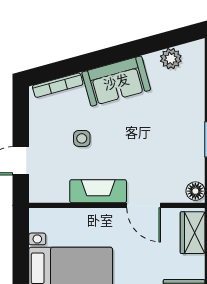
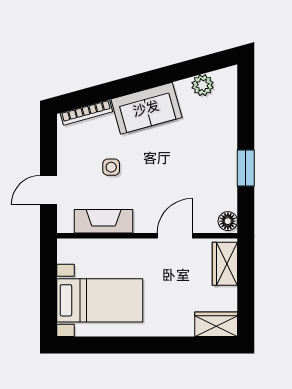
fireplace: (98, 191) -> (104, 221), moved
door: (144, 205) -> (175, 236), swing flipped

